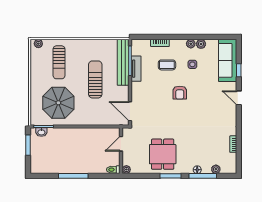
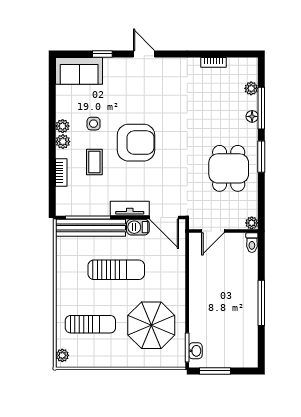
plant: (201, 44) -> (63, 142), moved
sofa: (228, 60) -> (79, 71), width x0.73
tv unit: (136, 69) -> (130, 208), moved
sun lounger: (95, 79) -> (116, 270), turned 180
armchair: (180, 93) -> (136, 143), width x1.88, depth x1.88
barbecue: (124, 94) -> (138, 227), added
door: (239, 98) -> (144, 54), swing flipped
door: (130, 111) -> (164, 217), hinge flipped
door: (121, 144) -> (213, 231), hinge flipped
dining table: (163, 154) -> (229, 168), turned 90

